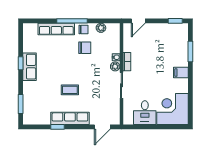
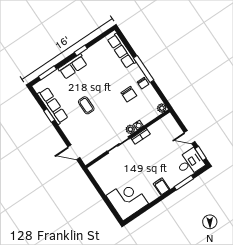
door: (138, 21) -> (190, 137), moved
plant: (101, 28) -> (162, 108), moved
row of seats: (56, 29) -> (122, 51), moved
row of seats: (29, 67) -> (73, 66), moved
desk: (145, 113) -> (190, 163), moved, turned 180
row of seats: (70, 118) -> (53, 106), moved

